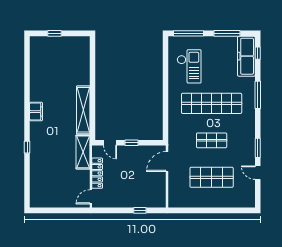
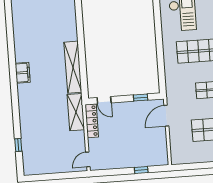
window: (132, 143) -> (141, 98), moved
window: (27, 147) -> (18, 145), moved
locker: (97, 173) -> (92, 121), moved

